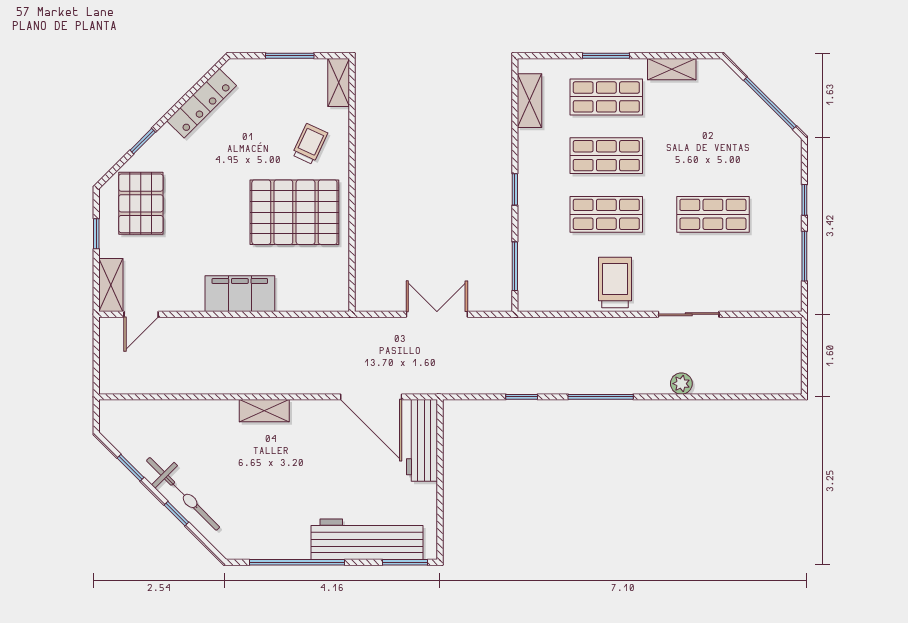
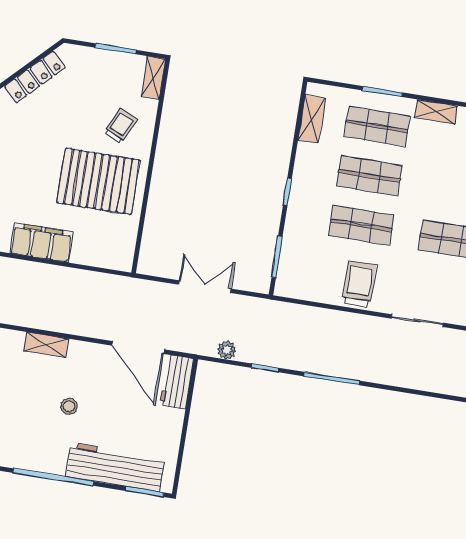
plant: (681, 384) -> (227, 350), moved
workbench: (422, 440) -> (177, 382), width x0.73
stool: (302, 478) -> (69, 406), added

